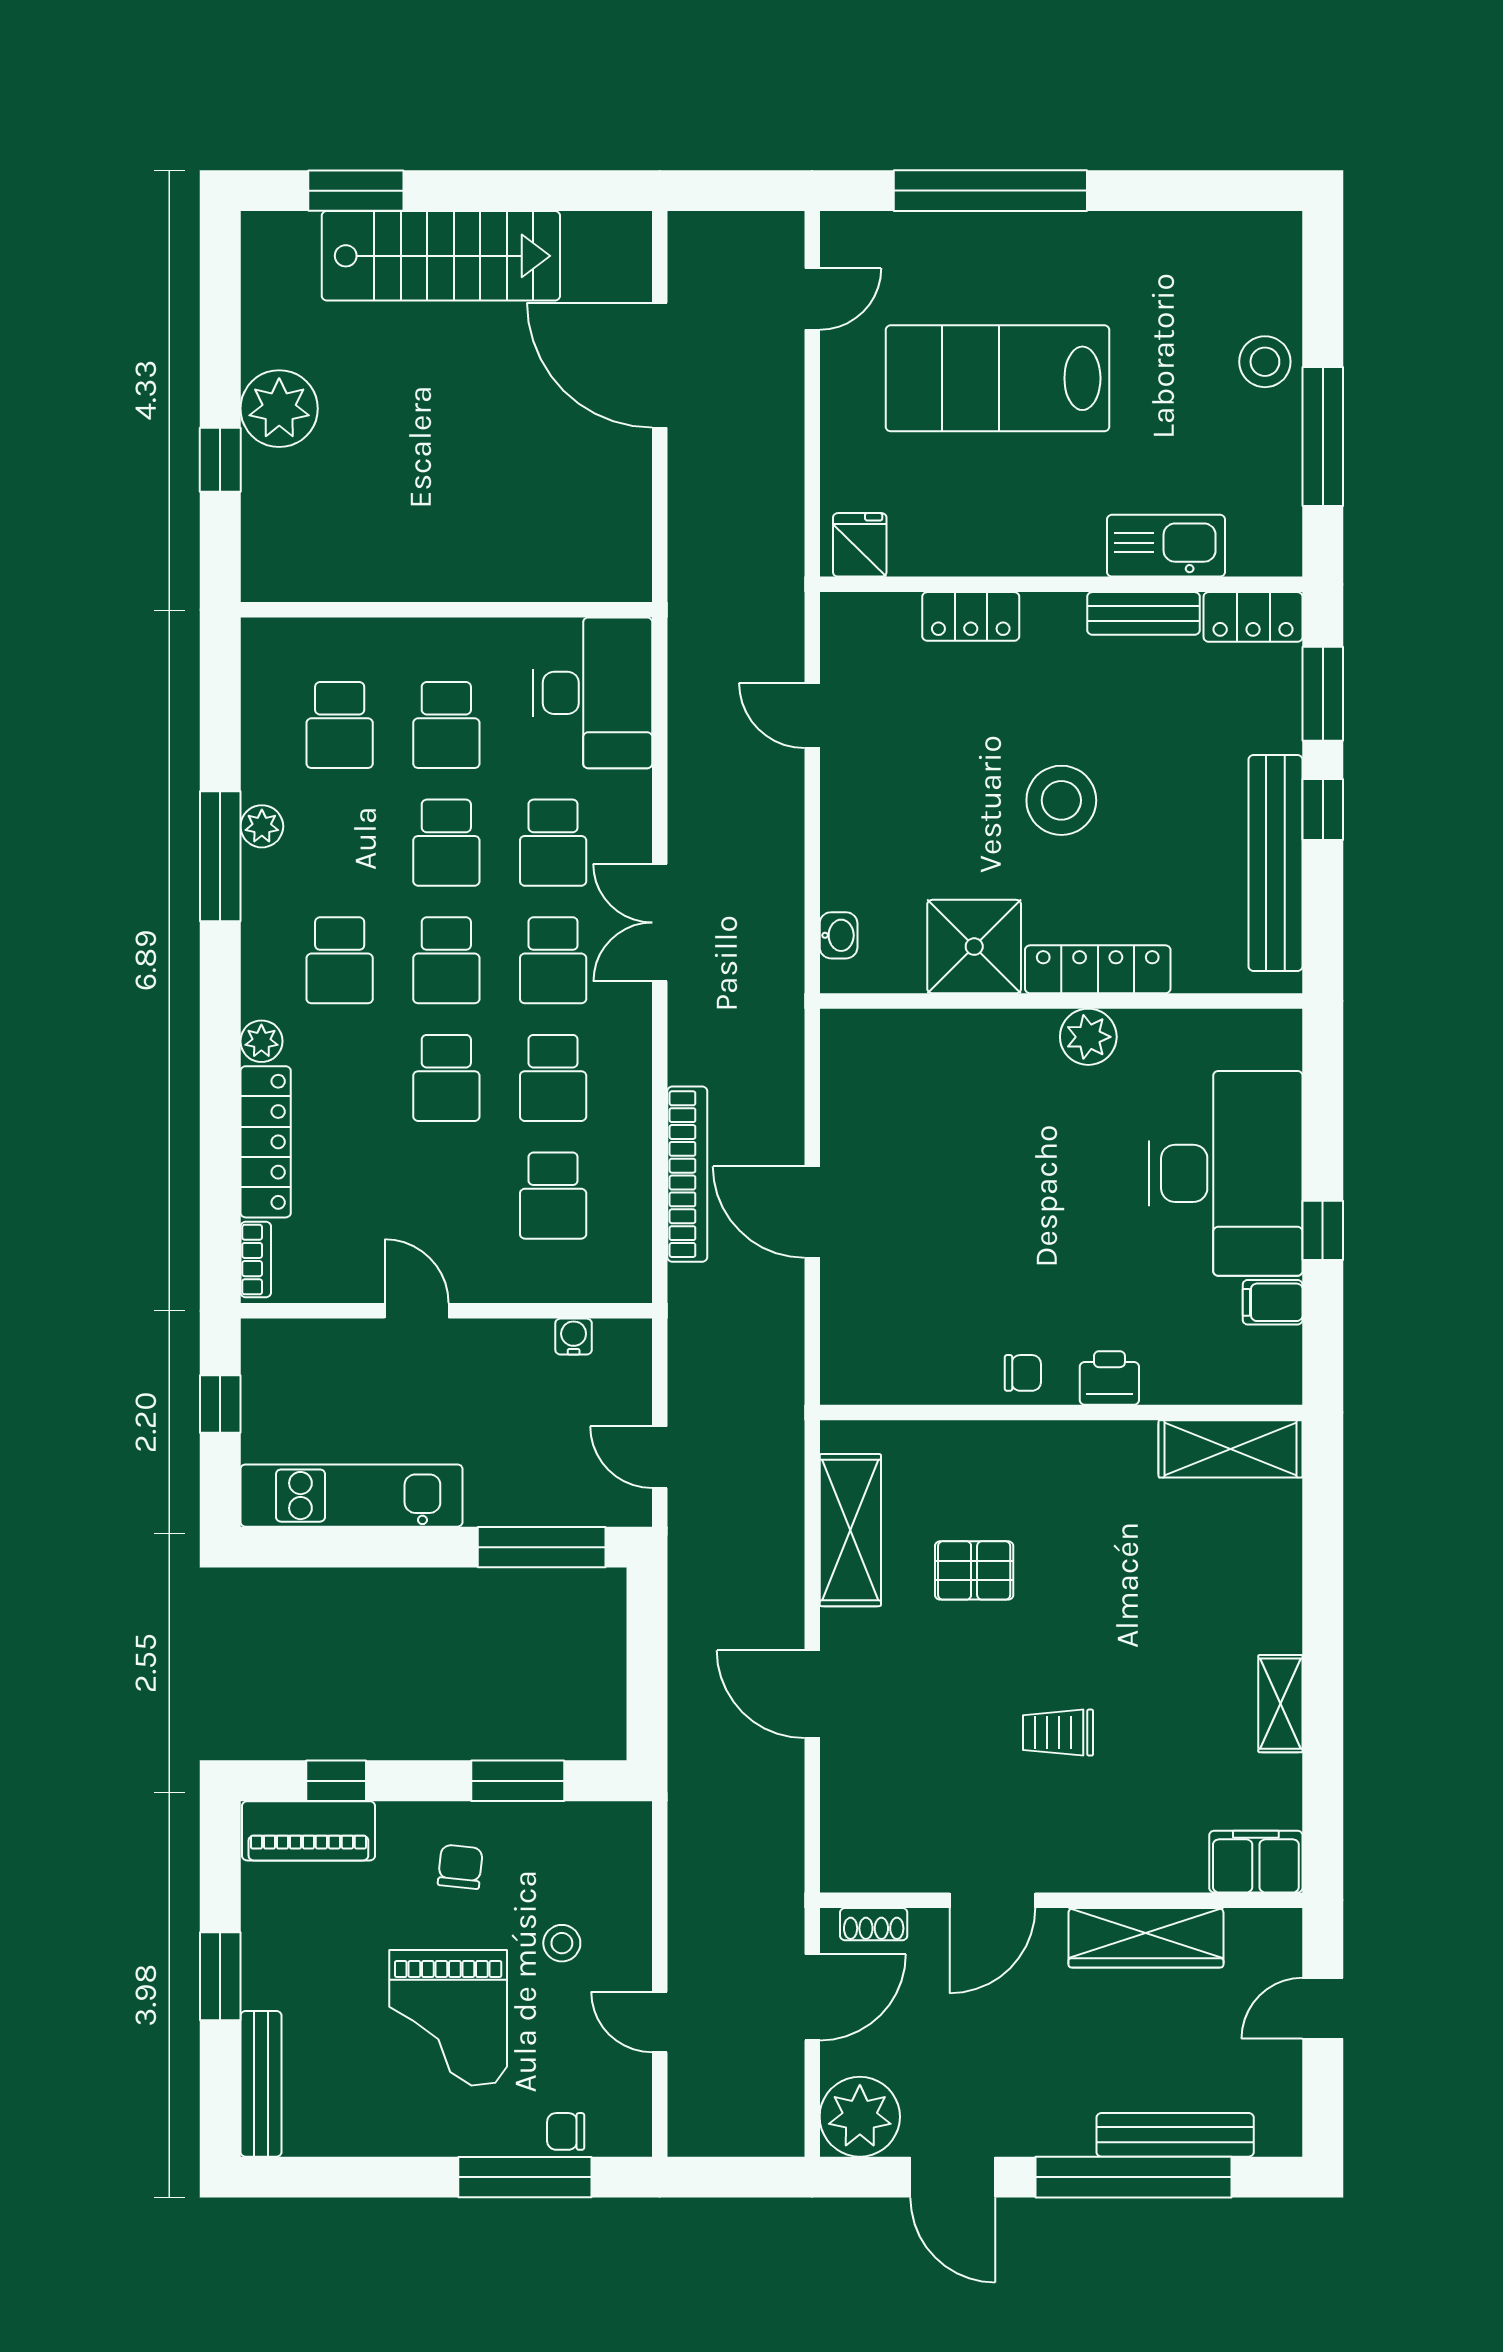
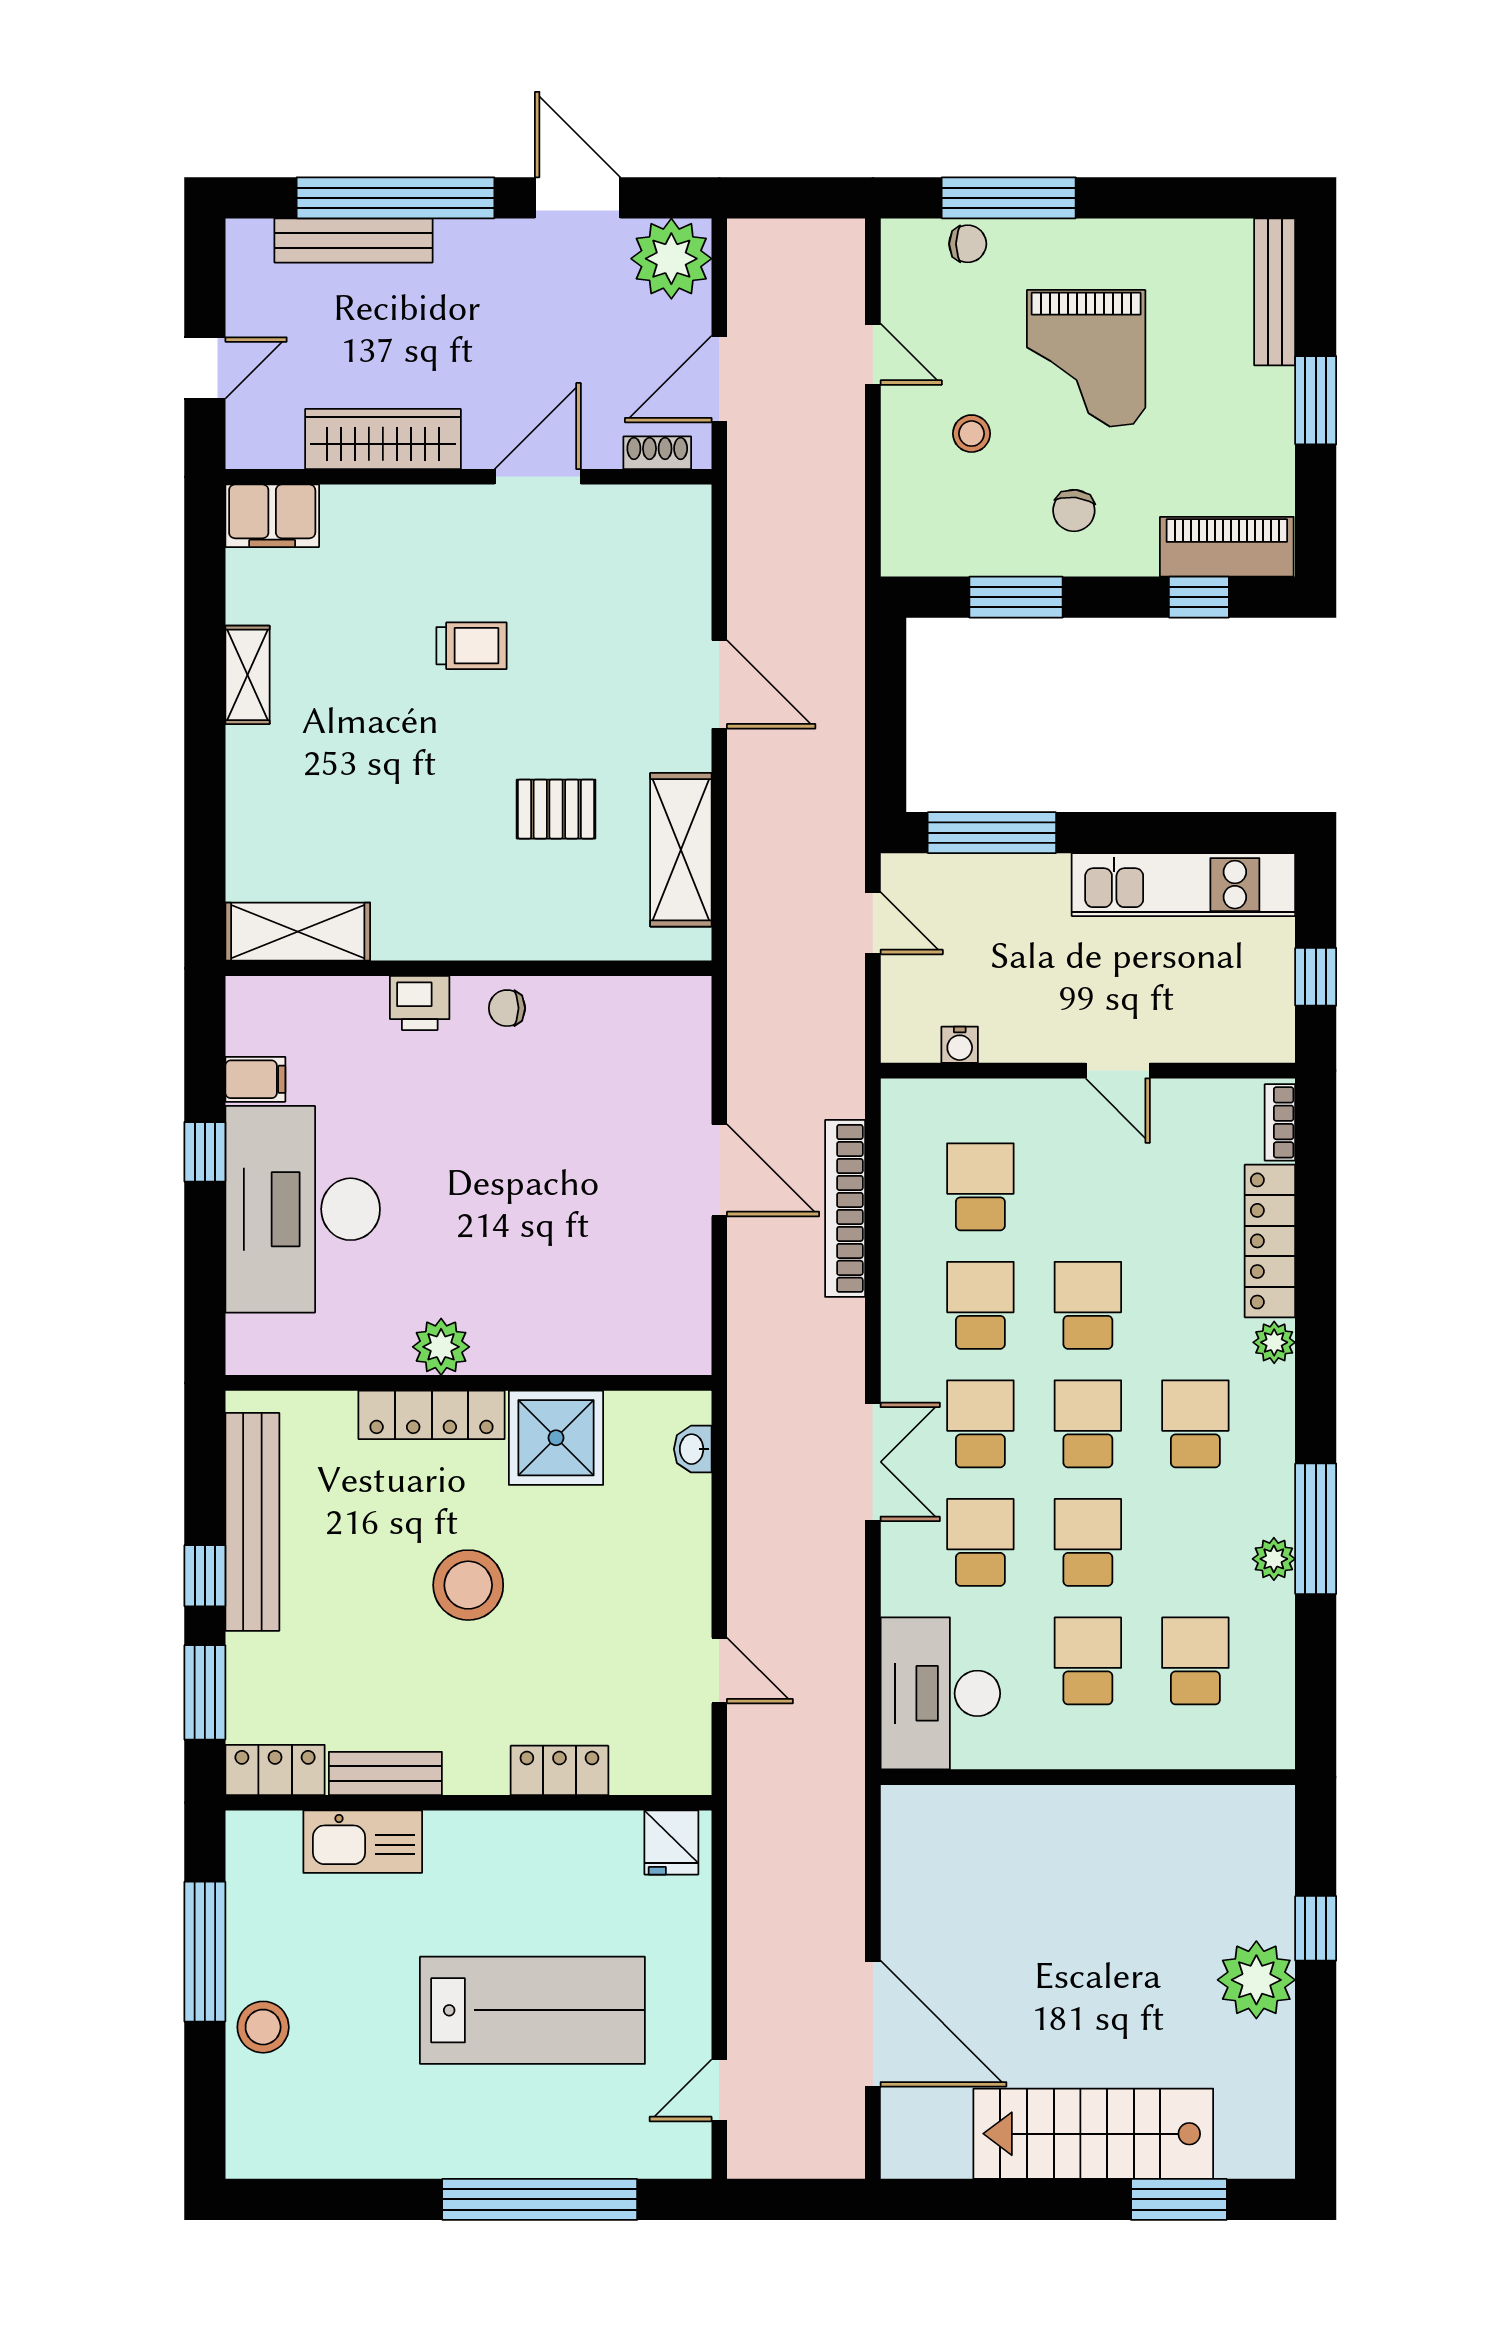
grand piano: (448, 2018) -> (1086, 358), turned 180

